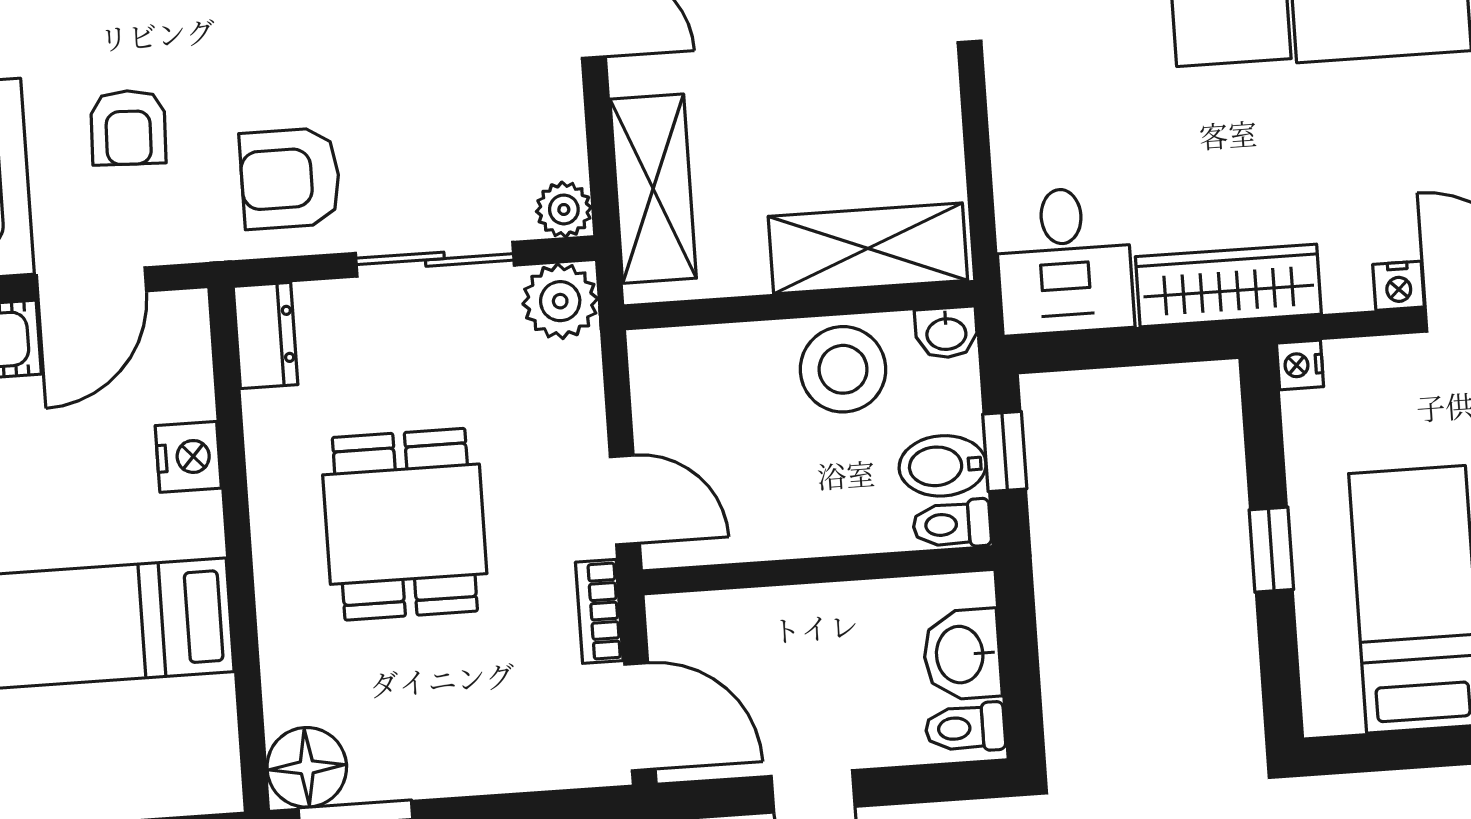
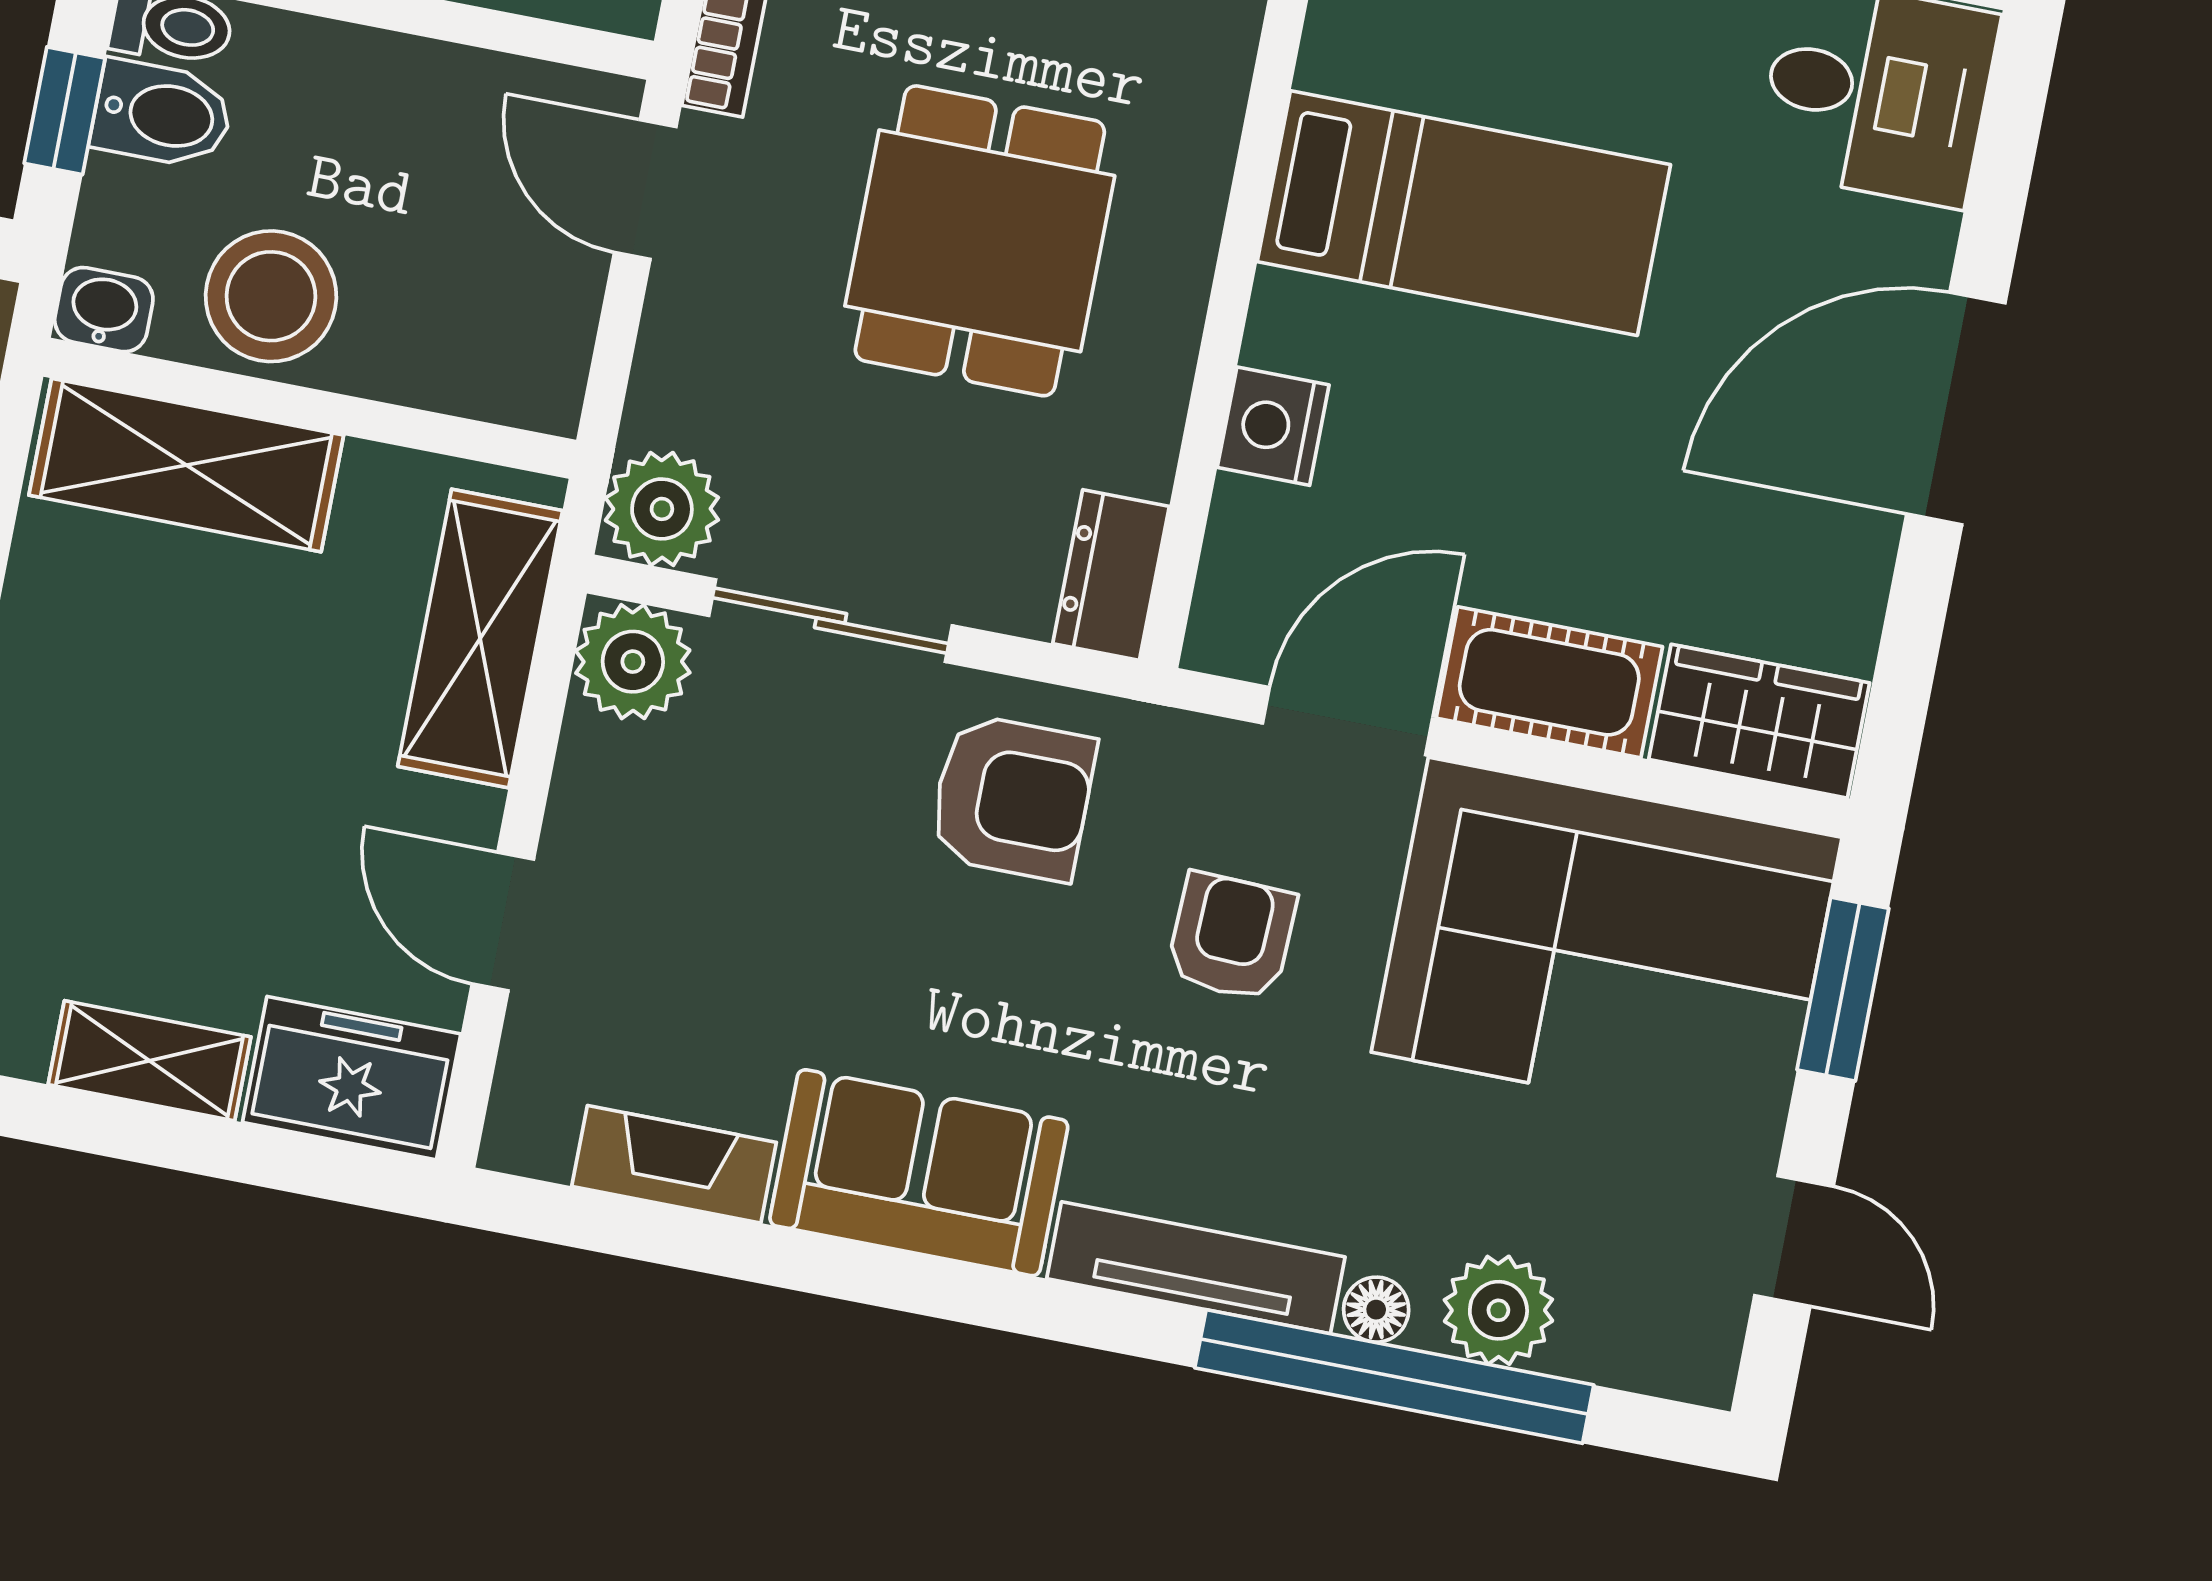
plant: (564, 209) -> (633, 662), width x1.38, depth x1.38

